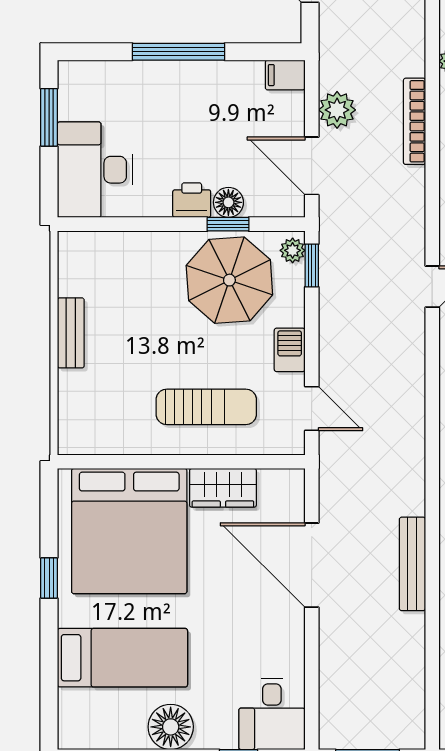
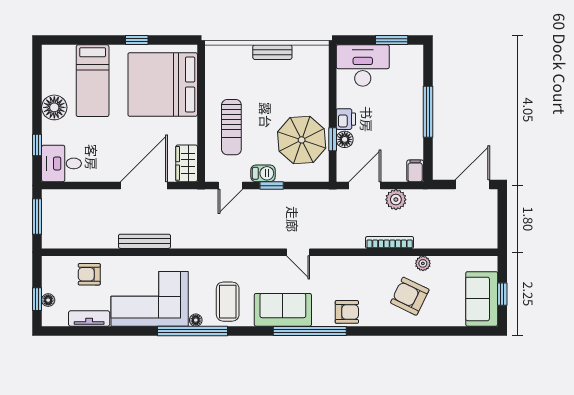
plant: (293, 250) -> (318, 175), removed
window: (312, 265) -> (272, 186), moved
wardrobe: (223, 488) -> (187, 163), moved

